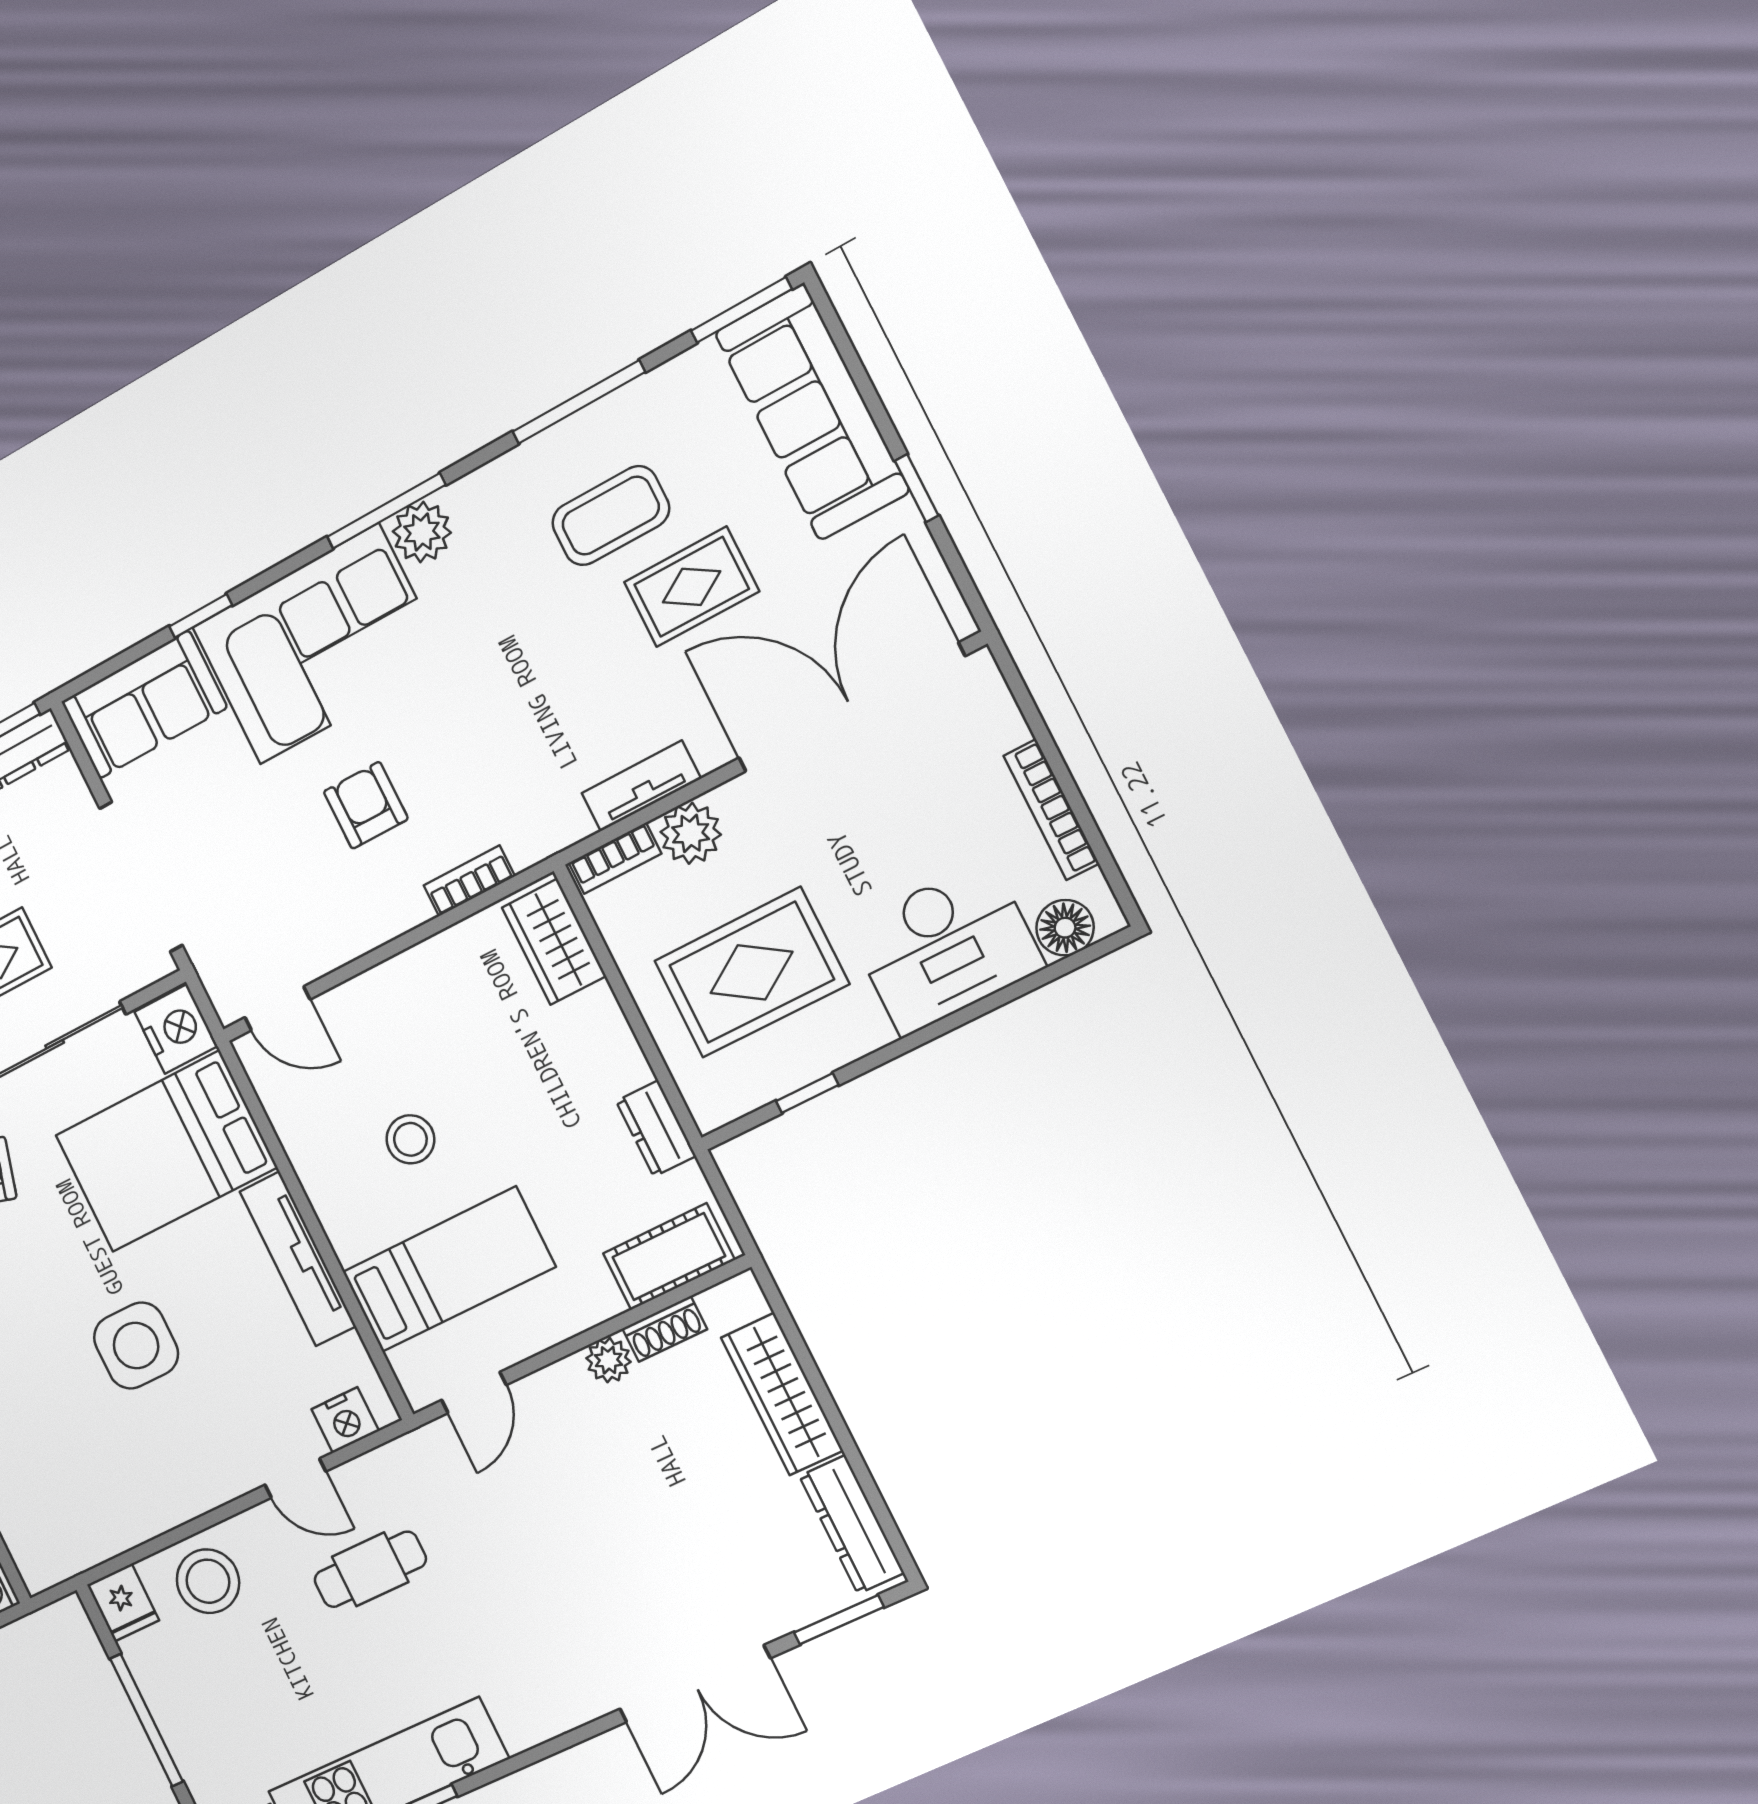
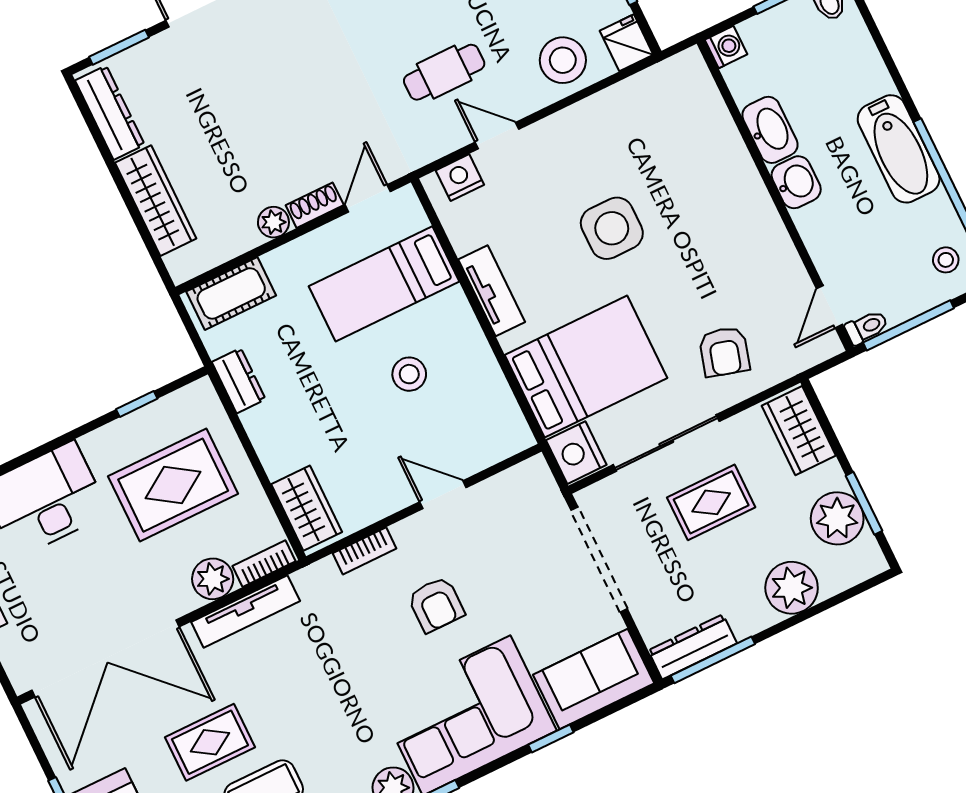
tv unit: (641, 786) -> (246, 612), width x1.41
door: (277, 1008) -> (443, 495), moved
tv unit: (298, 1259) -> (492, 291), width x0.71
shoe rack: (665, 1329) -> (315, 205), moved

